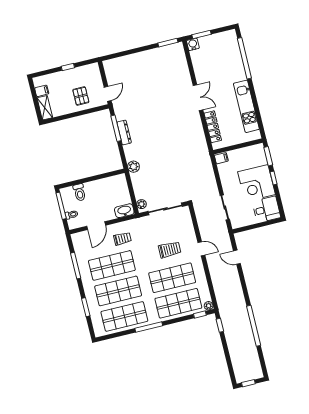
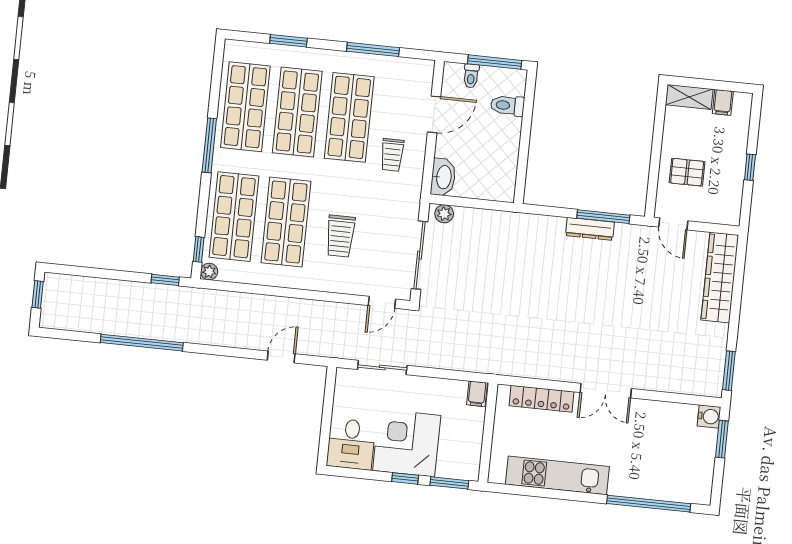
wardrobe: (125, 63) -> (720, 278), added
plant: (133, 167) -> (520, 224), removed
door: (96, 226) -> (434, 114), swing flipped
door: (201, 249) -> (382, 302), moved

